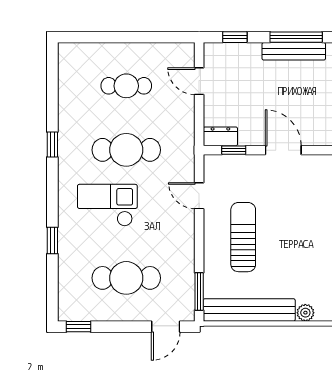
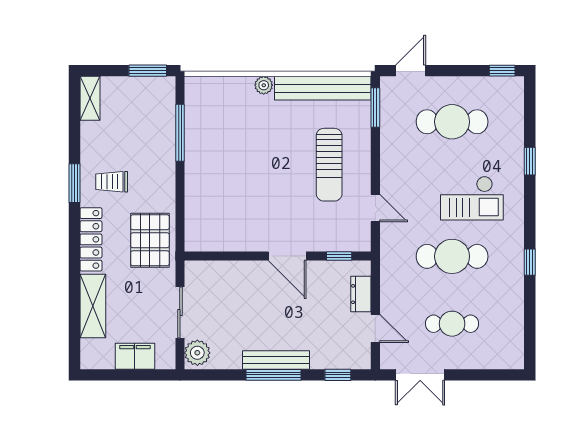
double door: (157, 37) -> (420, 375), added
dresser: (220, 136) -> (361, 294), moved, turned 90

